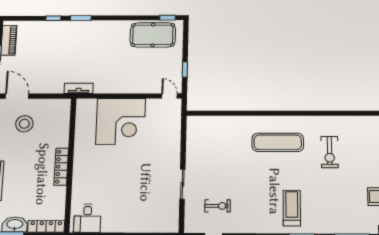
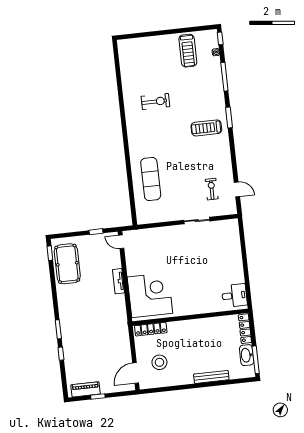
tv unit: (79, 88) -> (118, 281), moved
door: (169, 96) -> (121, 242), hinge flipped
corner desk: (121, 121) -> (150, 295), moved
exercise mat: (278, 142) -> (151, 179), moved
locker: (61, 167) -> (151, 329), moved

